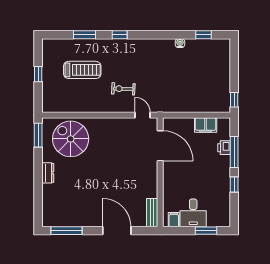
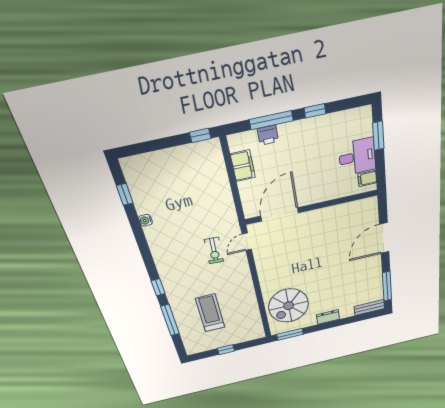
window: (84, 35) -> (170, 320), width x1.44
exercise bike: (123, 89) -> (214, 251), moved
bench: (152, 213) -> (369, 307), moved

